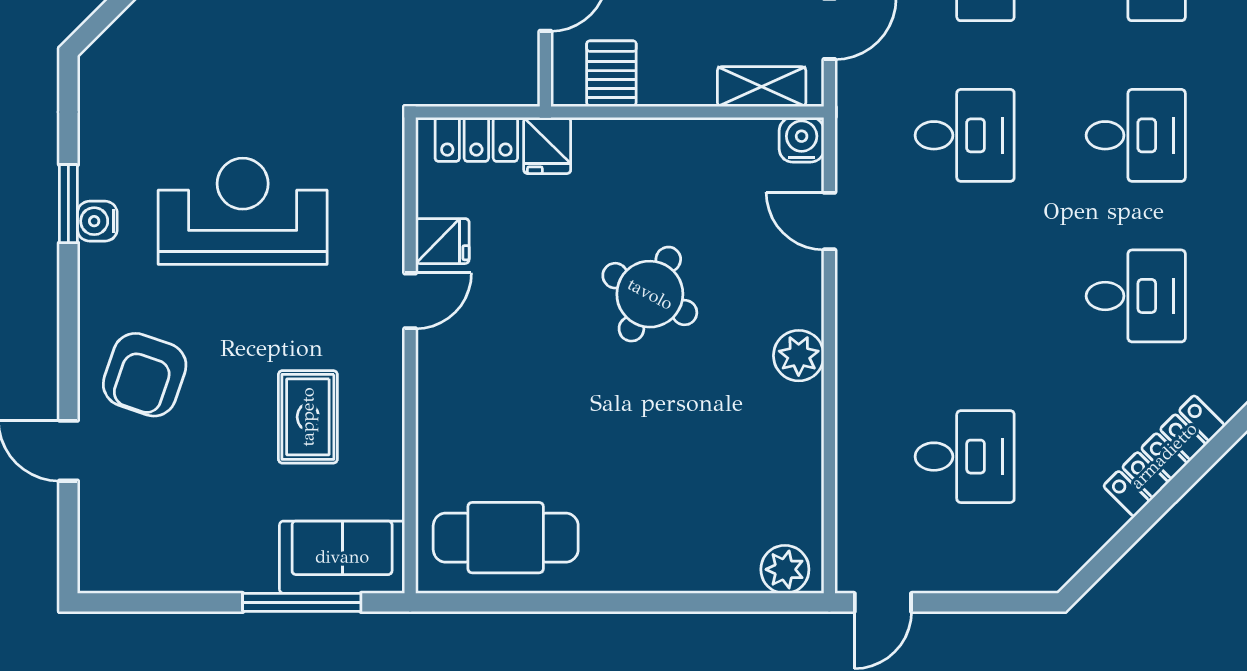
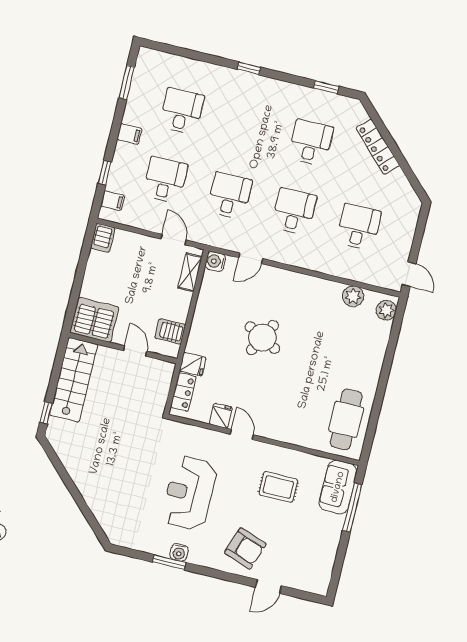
desk: (1136, 135) -> (294, 211), moved
plant: (799, 356) -> (353, 296), moved

